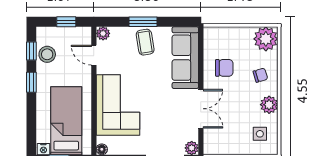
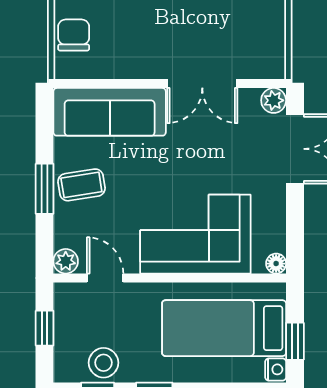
door: (94, 55) -> (105, 278), swing flipped
chair: (224, 68) -> (74, 35), moved
double door: (201, 109) -> (202, 84), swing flipped

